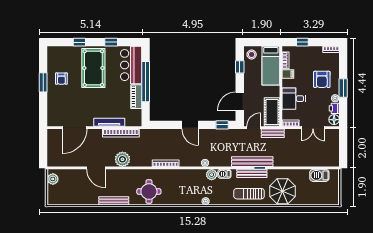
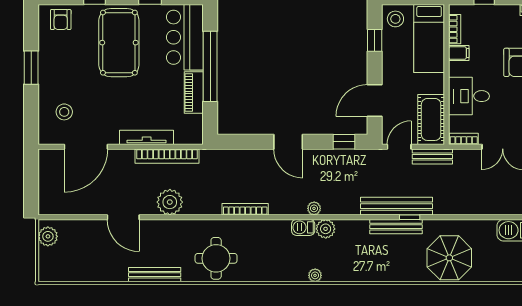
armchair: (61, 79) -> (61, 20), moved
stool: (62, 108) -> (64, 112), added
barbecue: (224, 174) -> (303, 227), moved
sun lounger: (249, 194) -> (391, 262), removed

